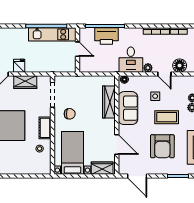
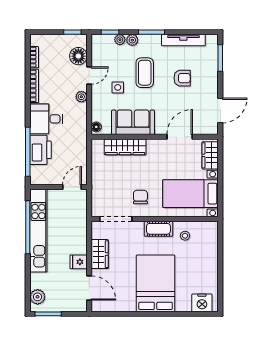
kitchen unit: (52, 34) -> (38, 231), width x1.36
door: (78, 49) -> (72, 187), moved
desk: (131, 60) -> (46, 119), moved, turned 180
armchair: (162, 146) -> (182, 78), width x0.53, depth x0.53

